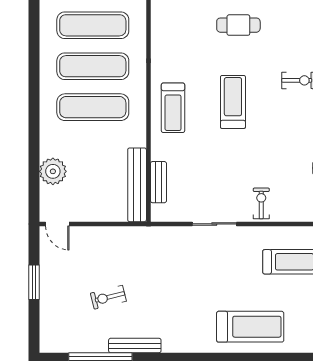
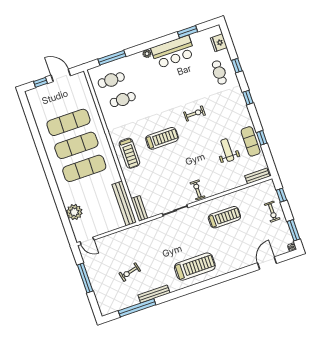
cafe table: (238, 25) -> (123, 100), moved
treadmill: (233, 102) -> (162, 138), turned 90
bench: (158, 182) -> (139, 208), moved
window: (34, 282) -> (85, 278), width x1.44
treadmill: (250, 327) -> (195, 267), moved

